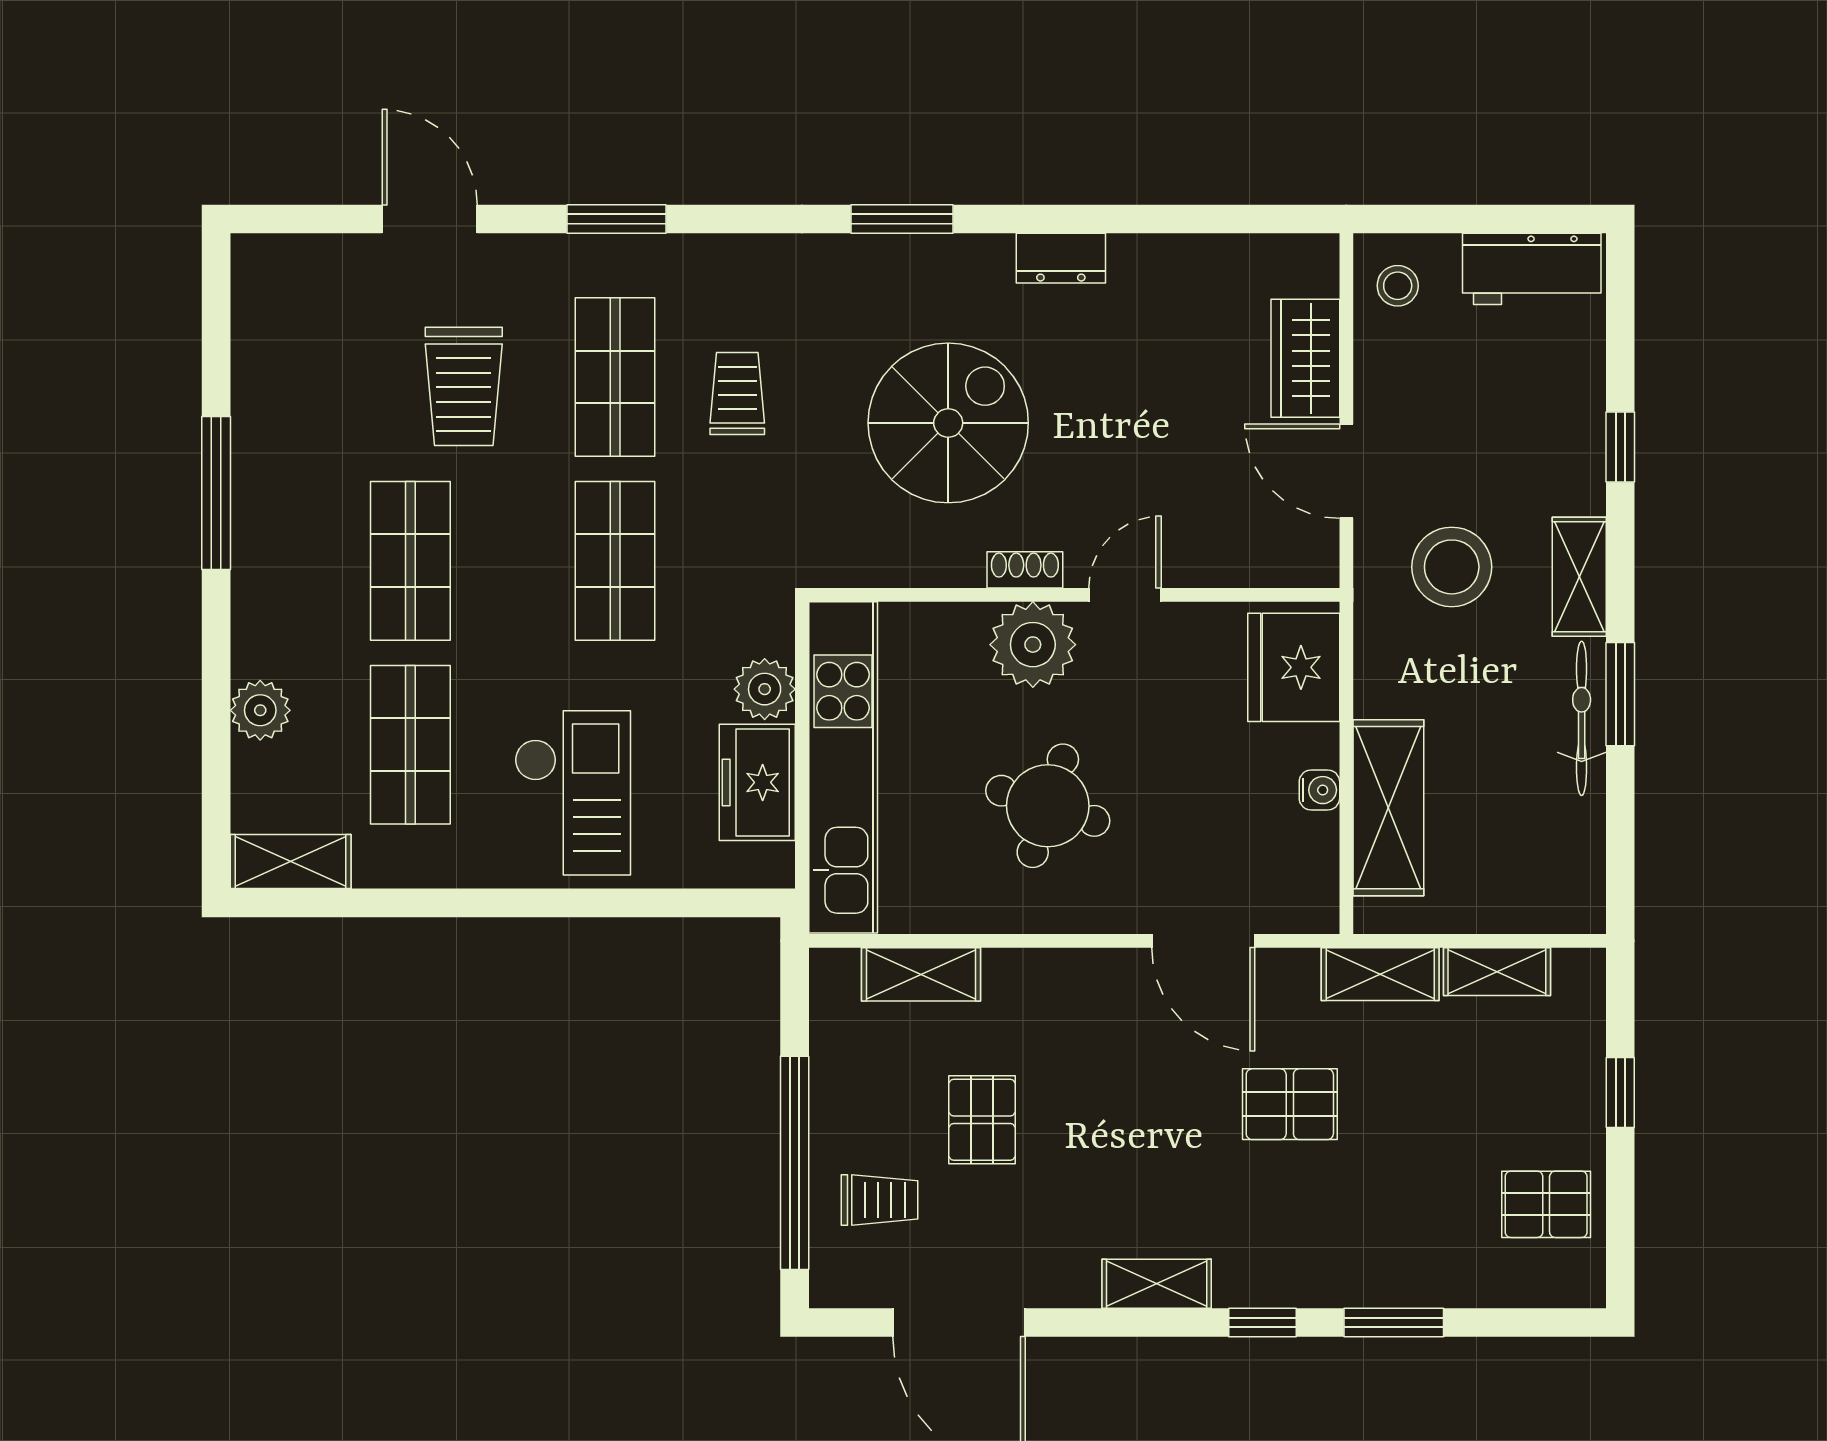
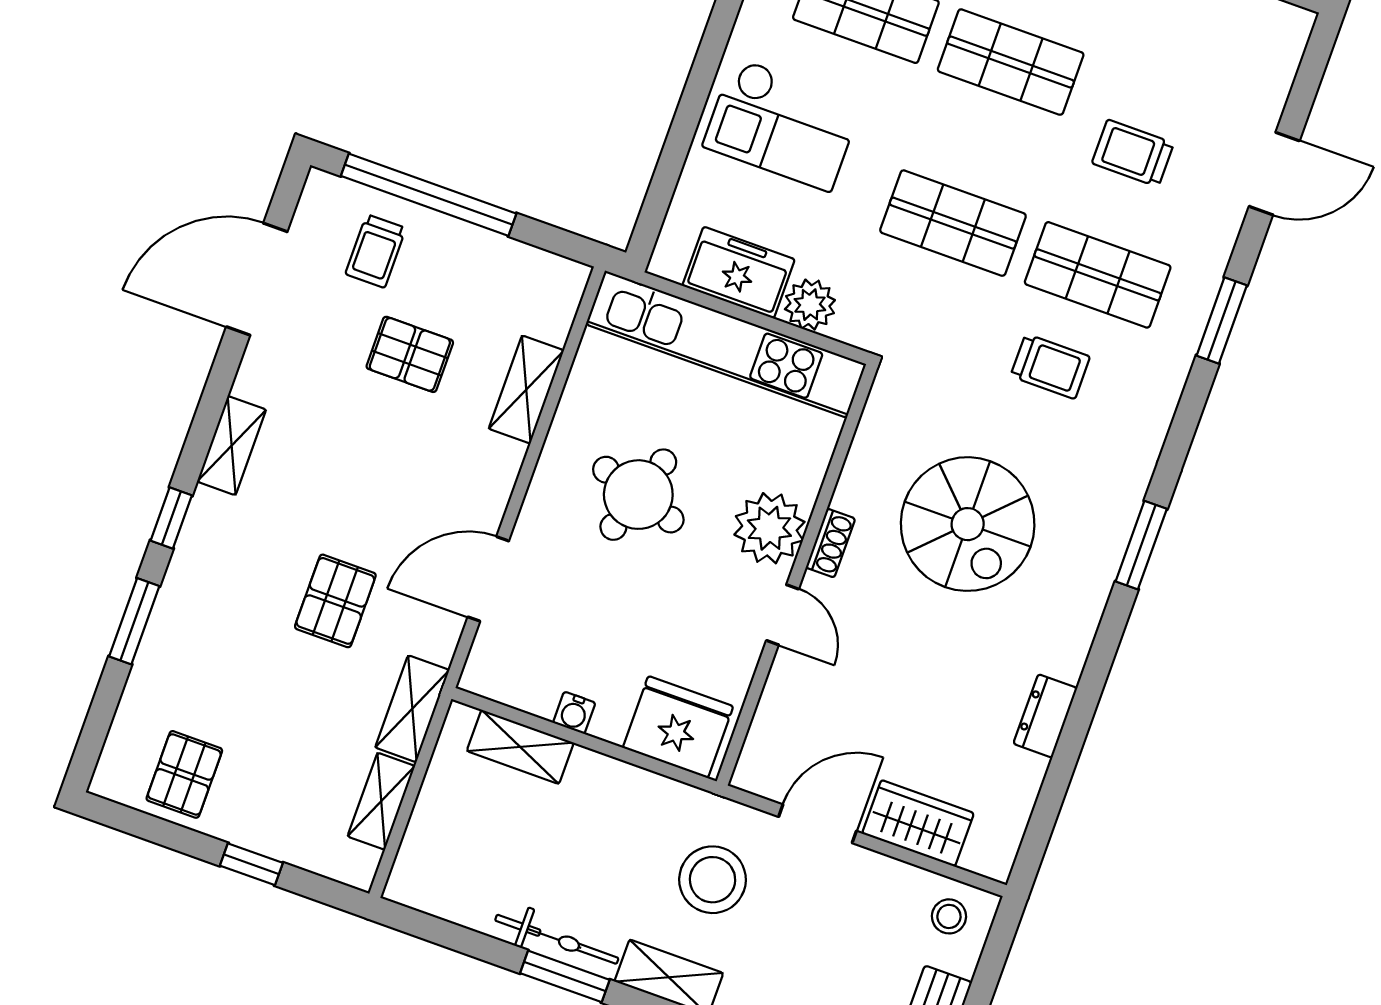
dresser: (1061, 258) -> (1045, 716), moved
trolley: (464, 386) -> (1133, 153), width x0.73, depth x0.72
shelving: (1388, 808) -> (520, 747), width x0.67, depth x0.75
shelving: (921, 974) -> (526, 390), moved

